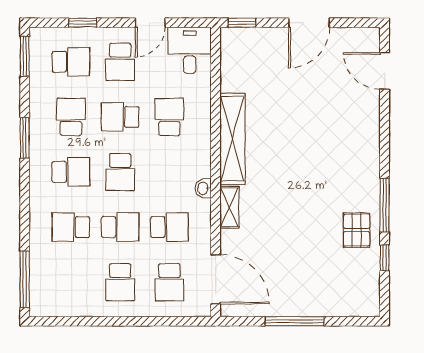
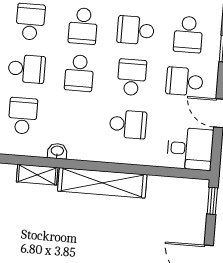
school desk: (71, 117) -> (136, 30), turned 180
school desk: (120, 172) -> (79, 73), turned -90
school desk: (120, 227) -> (27, 69), turned -90
school desk: (169, 227) -> (23, 116), turned 180

